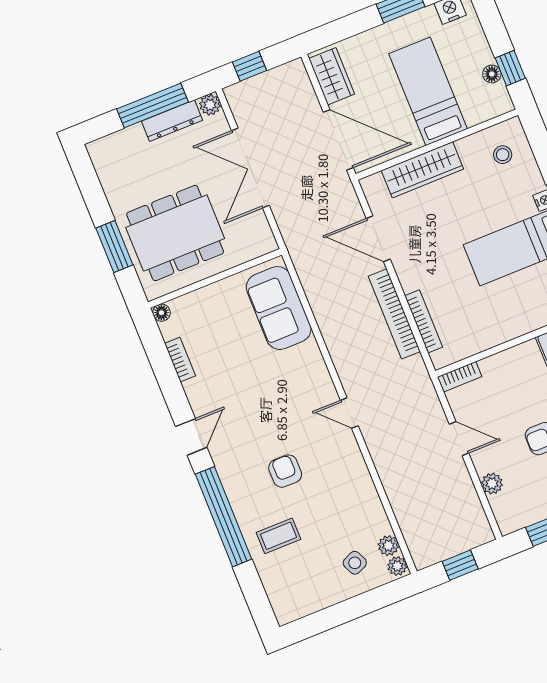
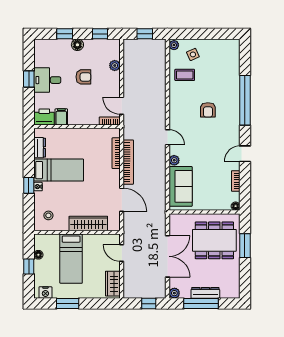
window: (510, 68) -> (29, 267), moved
dresser: (172, 121) -> (205, 293), moved
door: (338, 140) -> (122, 253), width x0.53
door: (349, 413) -> (167, 137), moved
door: (191, 437) -> (245, 154), moved
door: (459, 439) -> (122, 106), moved
coffee table: (279, 536) -> (185, 75), moved
plant: (388, 546) -> (174, 160), moved

